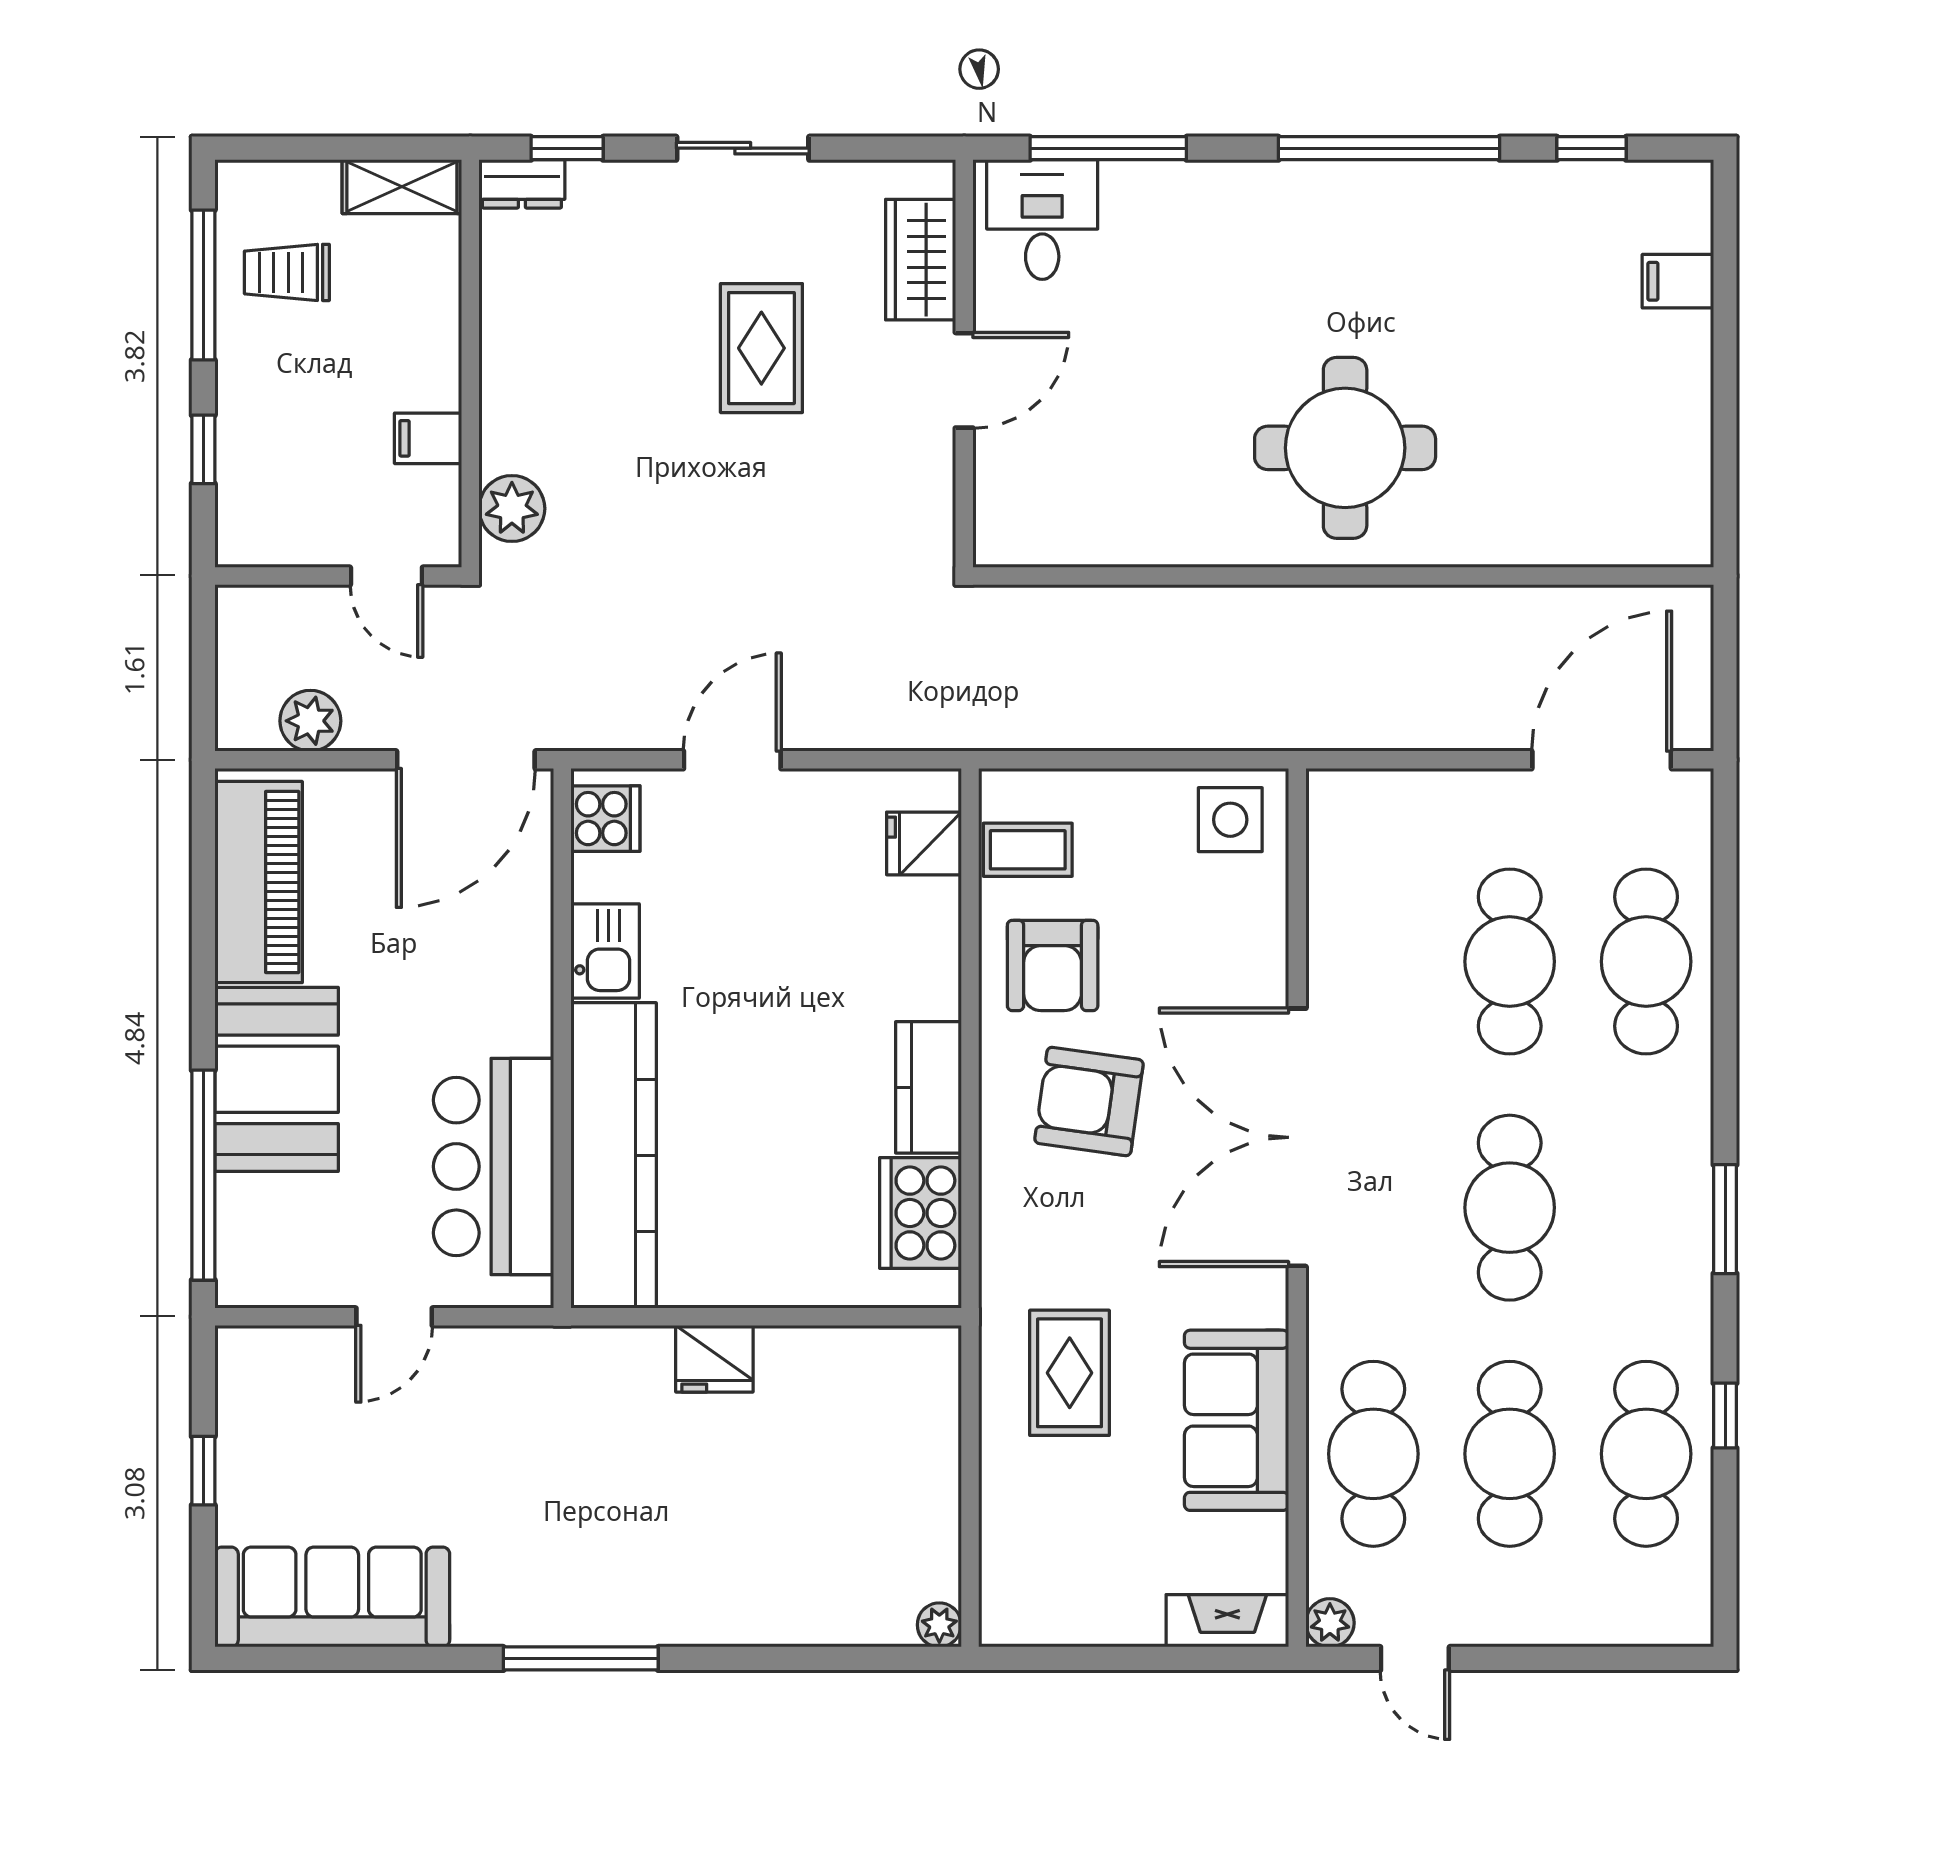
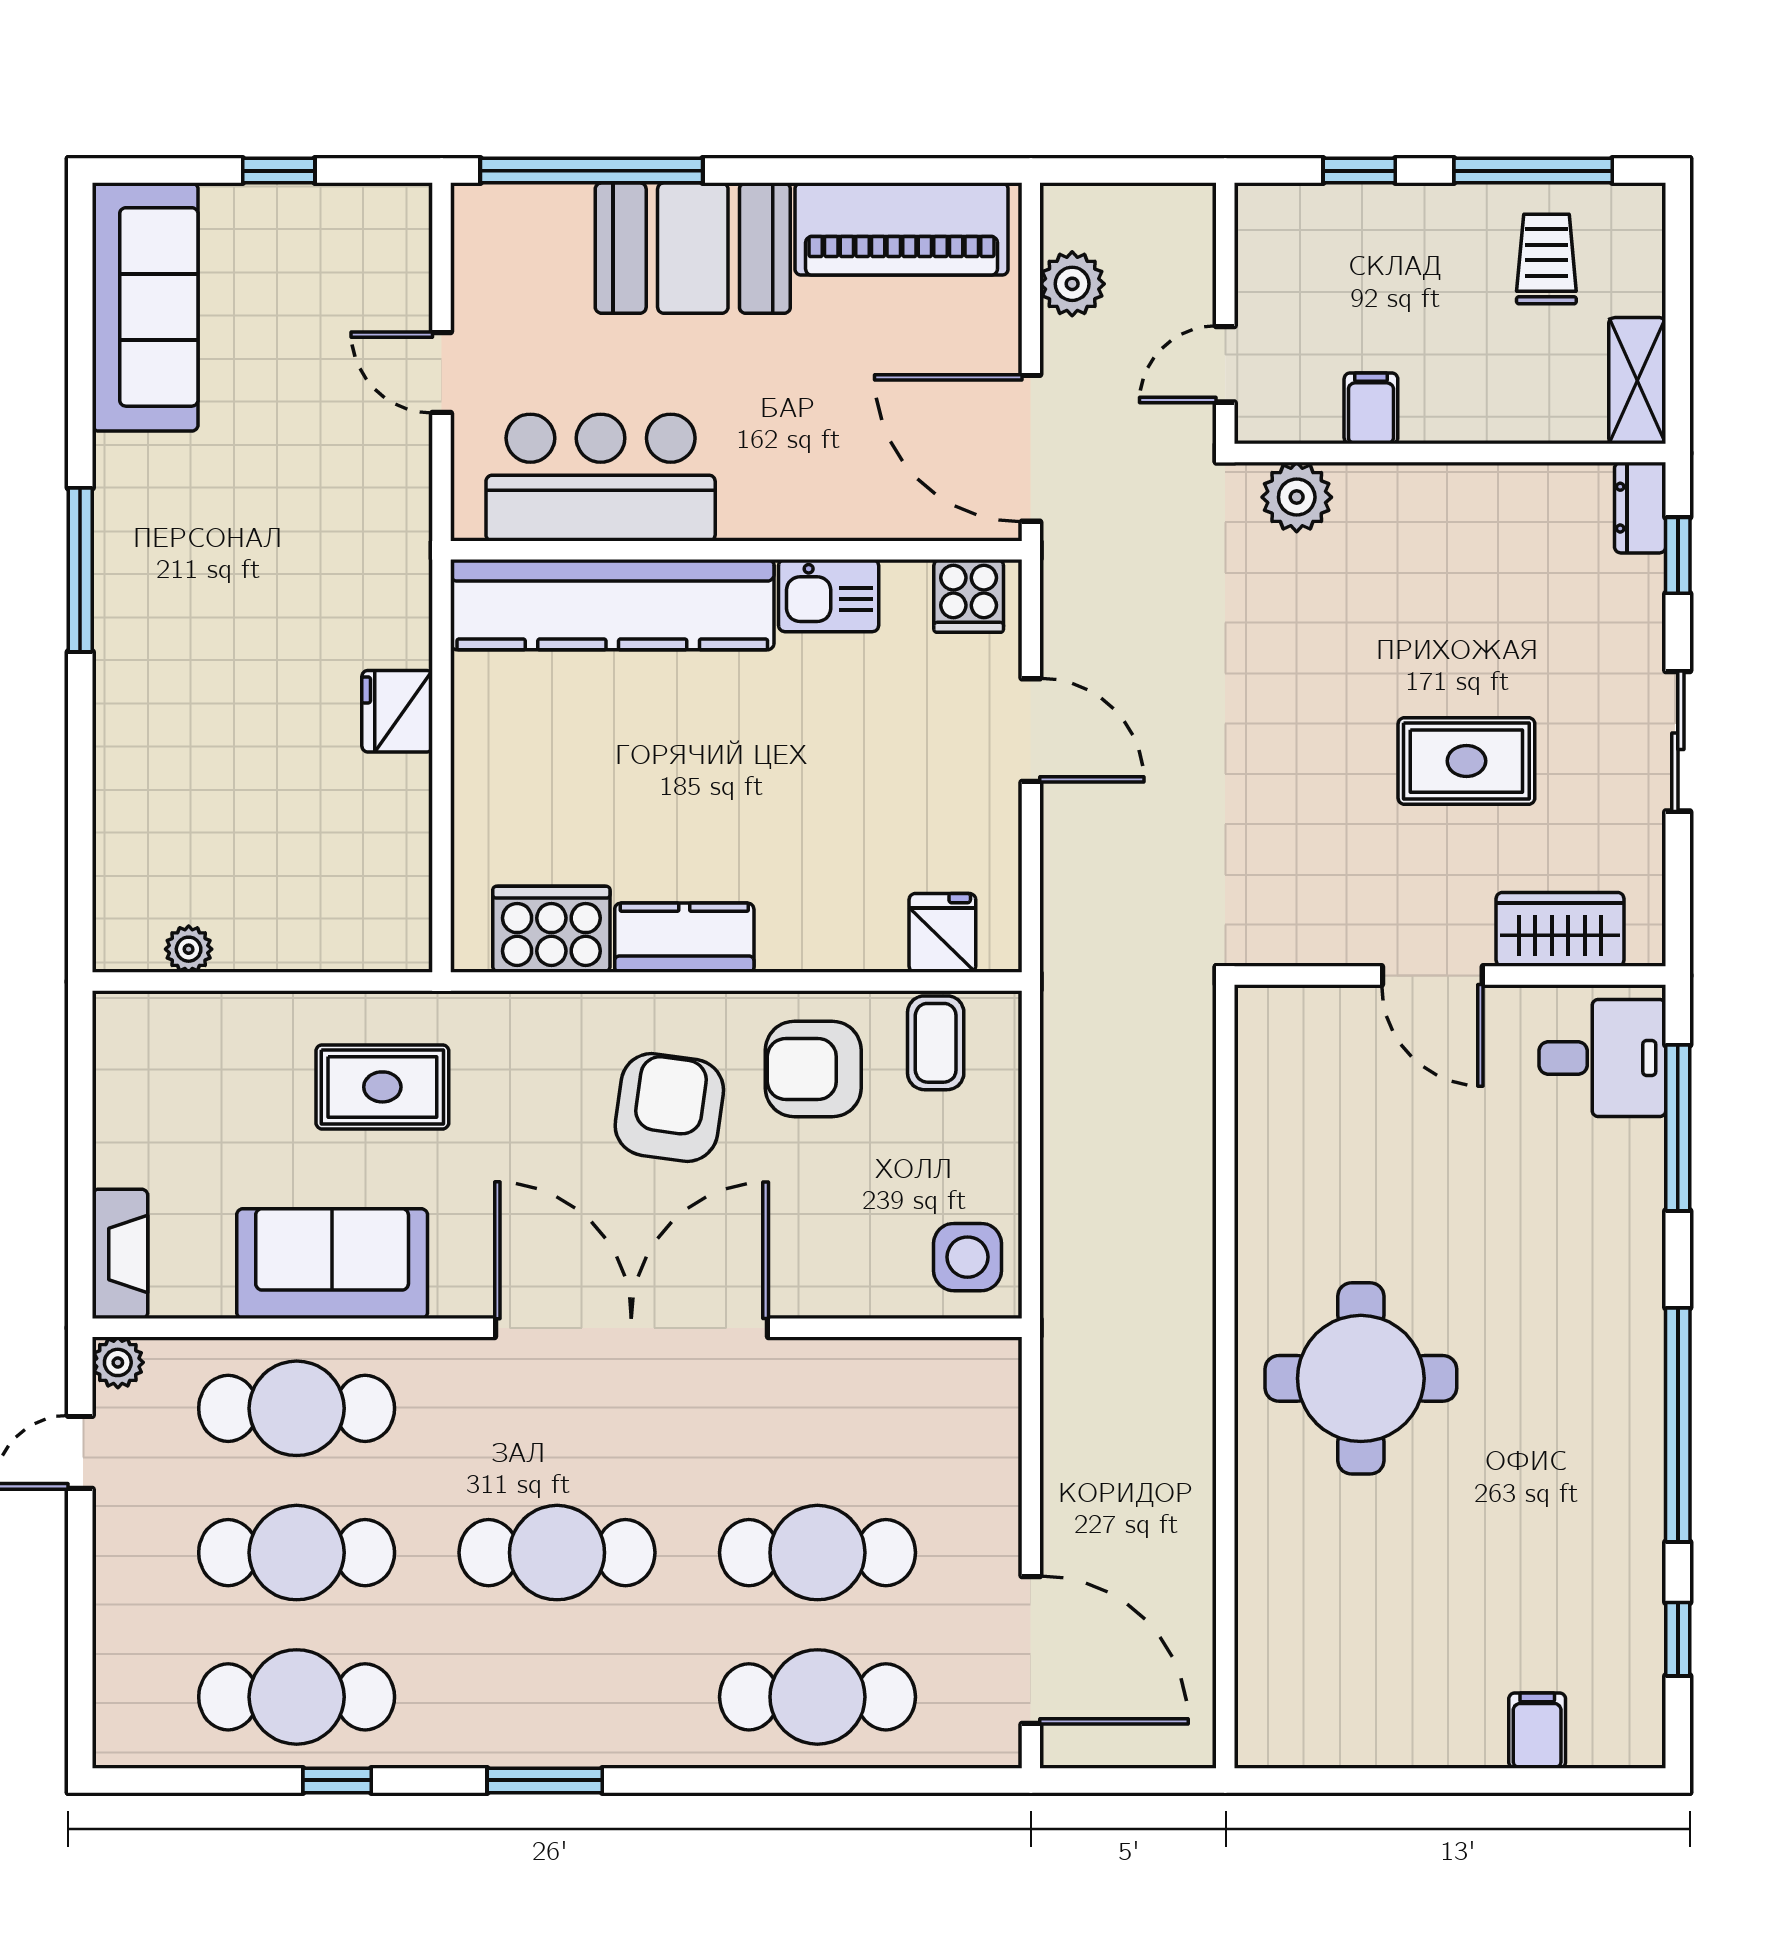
plant: (939, 1625) -> (189, 949), moved

